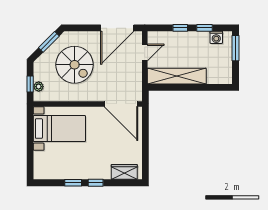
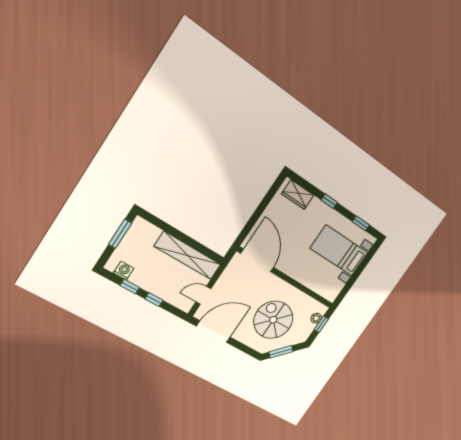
window: (235, 48) -> (120, 234), moved
bed with nightstands: (59, 129) -> (339, 251), moved
window: (73, 183) -> (361, 223), moved

